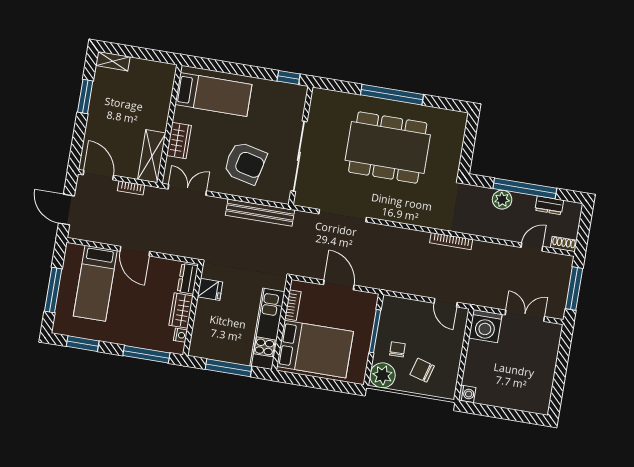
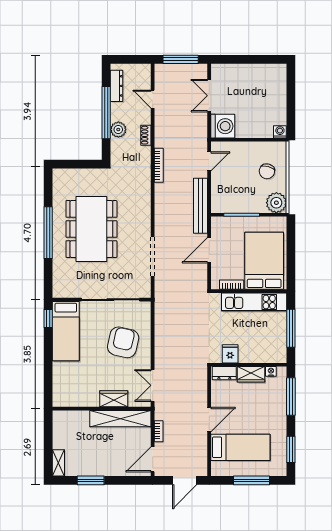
bed: (213, 94) -> (66, 331), moved, turned 180
shelving: (152, 156) -> (120, 419), width x1.47
dresser: (549, 205) -> (117, 86), width x1.44
bench: (260, 213) -> (201, 206), moved
shoe rack: (564, 244) -> (146, 135), moved
chair: (397, 349) -> (253, 194), removed

